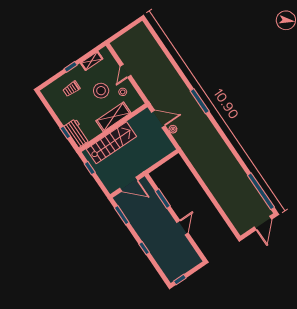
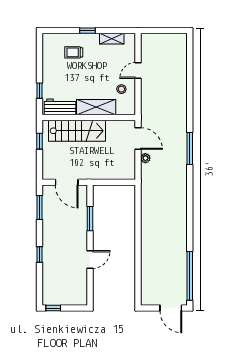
stool: (101, 91) -> (101, 74), removed
workbench: (77, 133) -> (60, 107), moved, turned -90
door: (263, 223) -> (171, 308), hinge flipped

